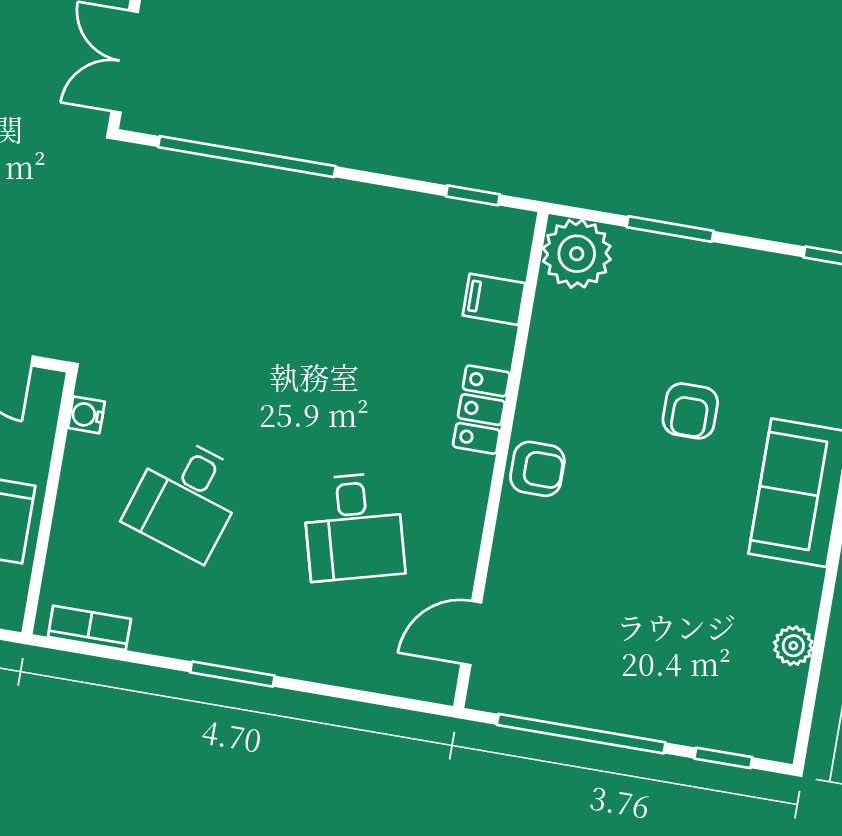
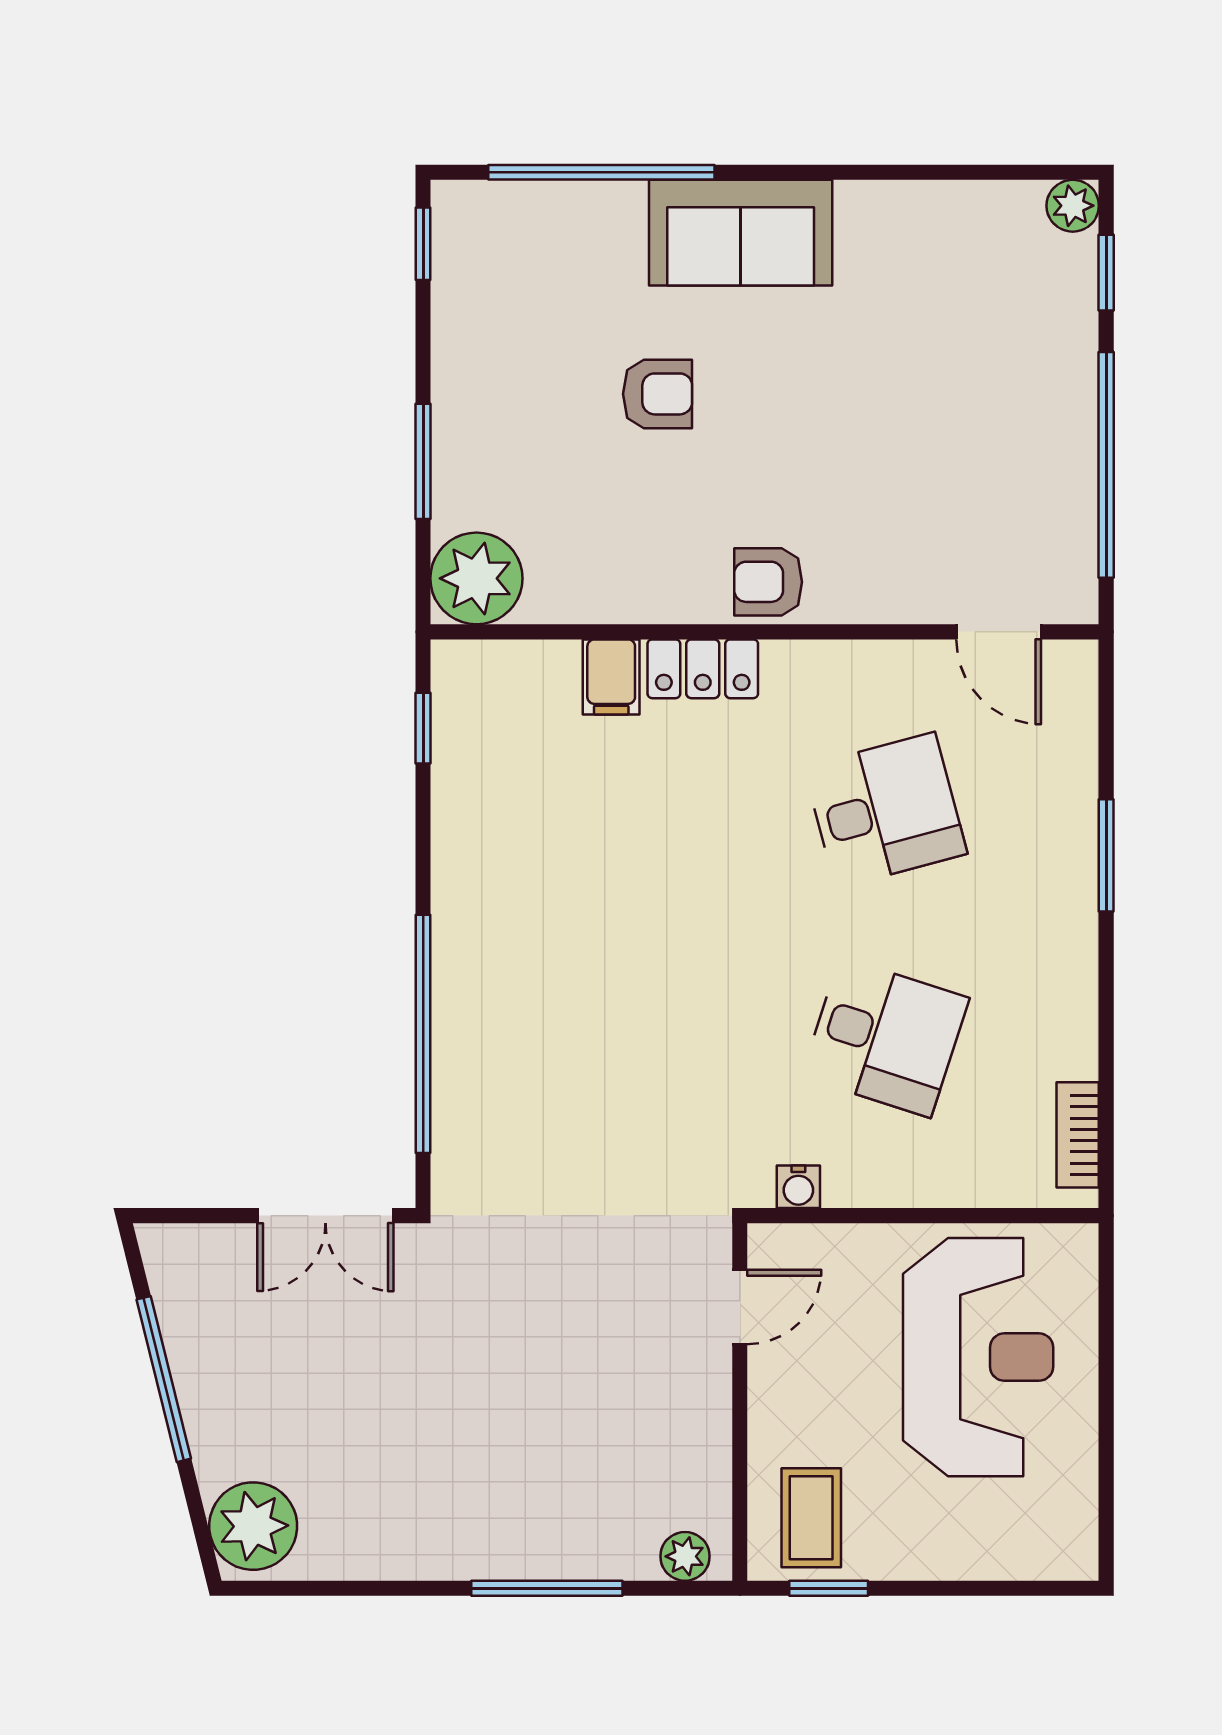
filing cabinet: (494, 299) -> (611, 677), moved
armchair: (537, 469) -> (768, 582), turned -90
plant: (793, 646) -> (1073, 206), moved
window: (232, 674) -> (1106, 855), moved

